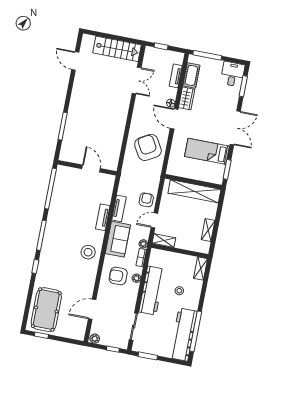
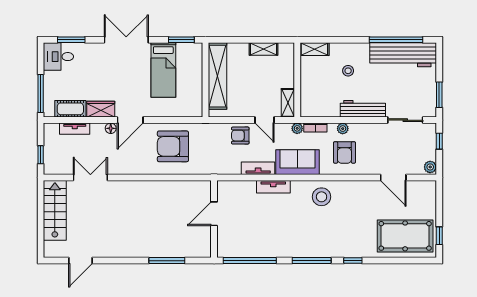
armchair: (148, 147) -> (173, 146), turned 30
workbench: (152, 291) -> (363, 109), width x0.73, depth x0.76

